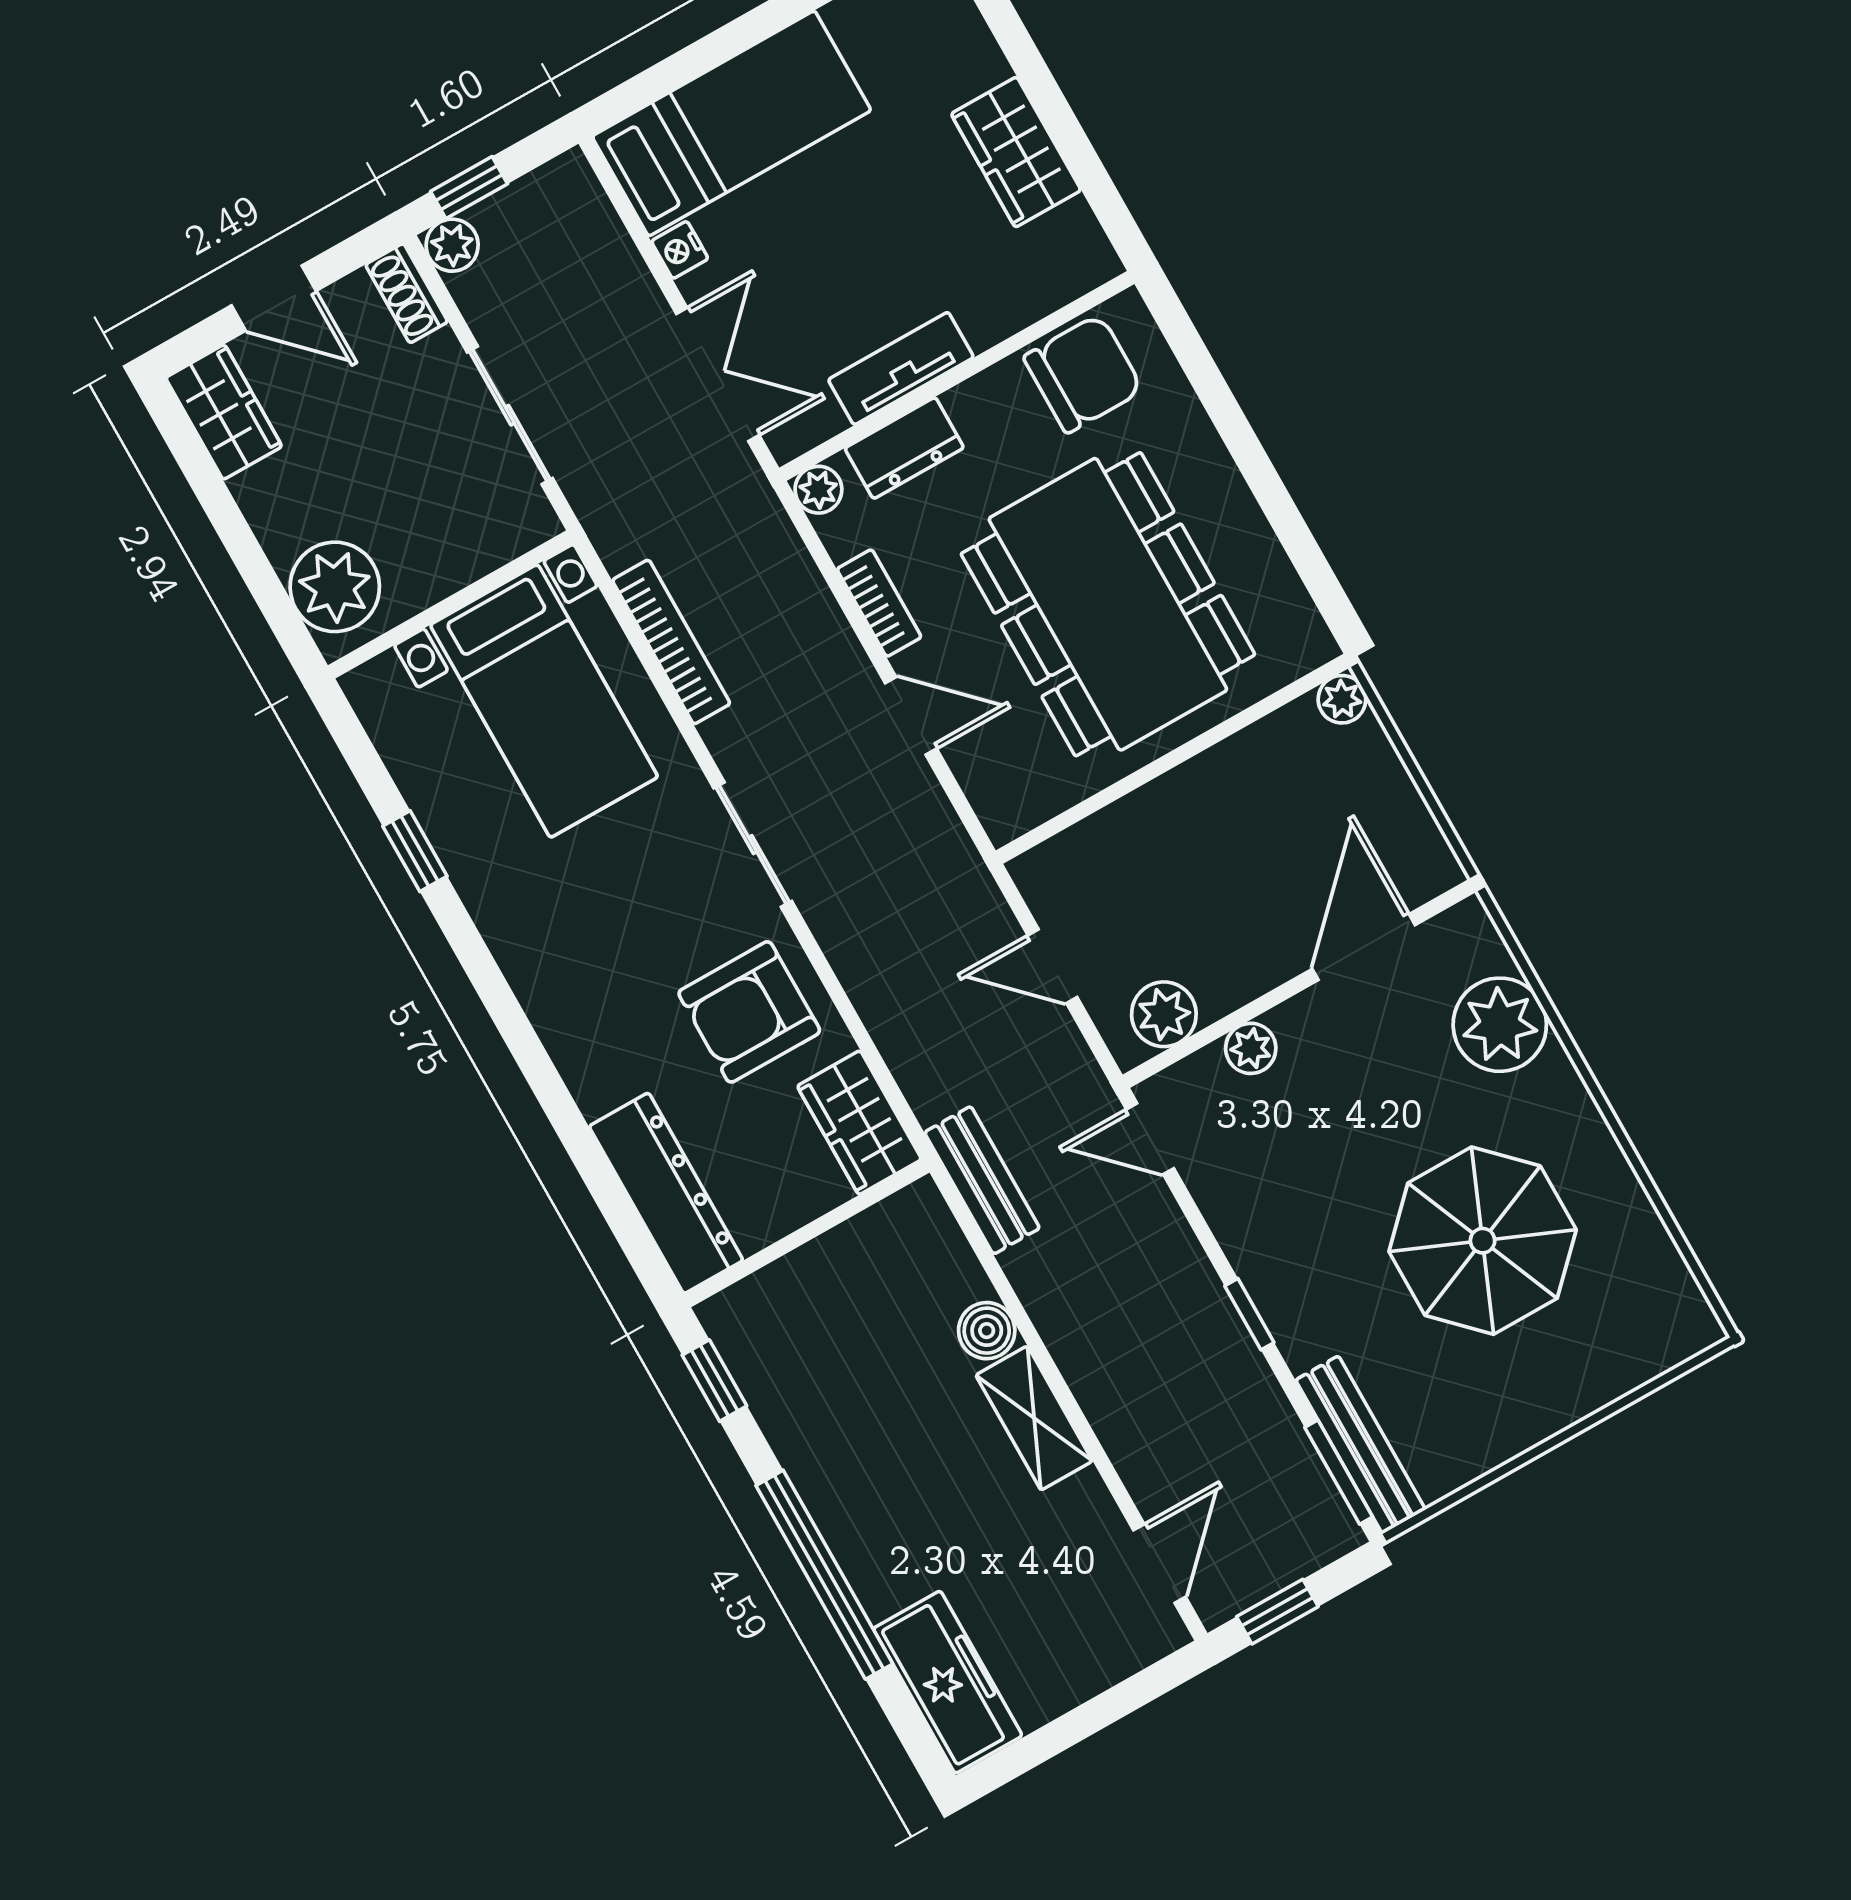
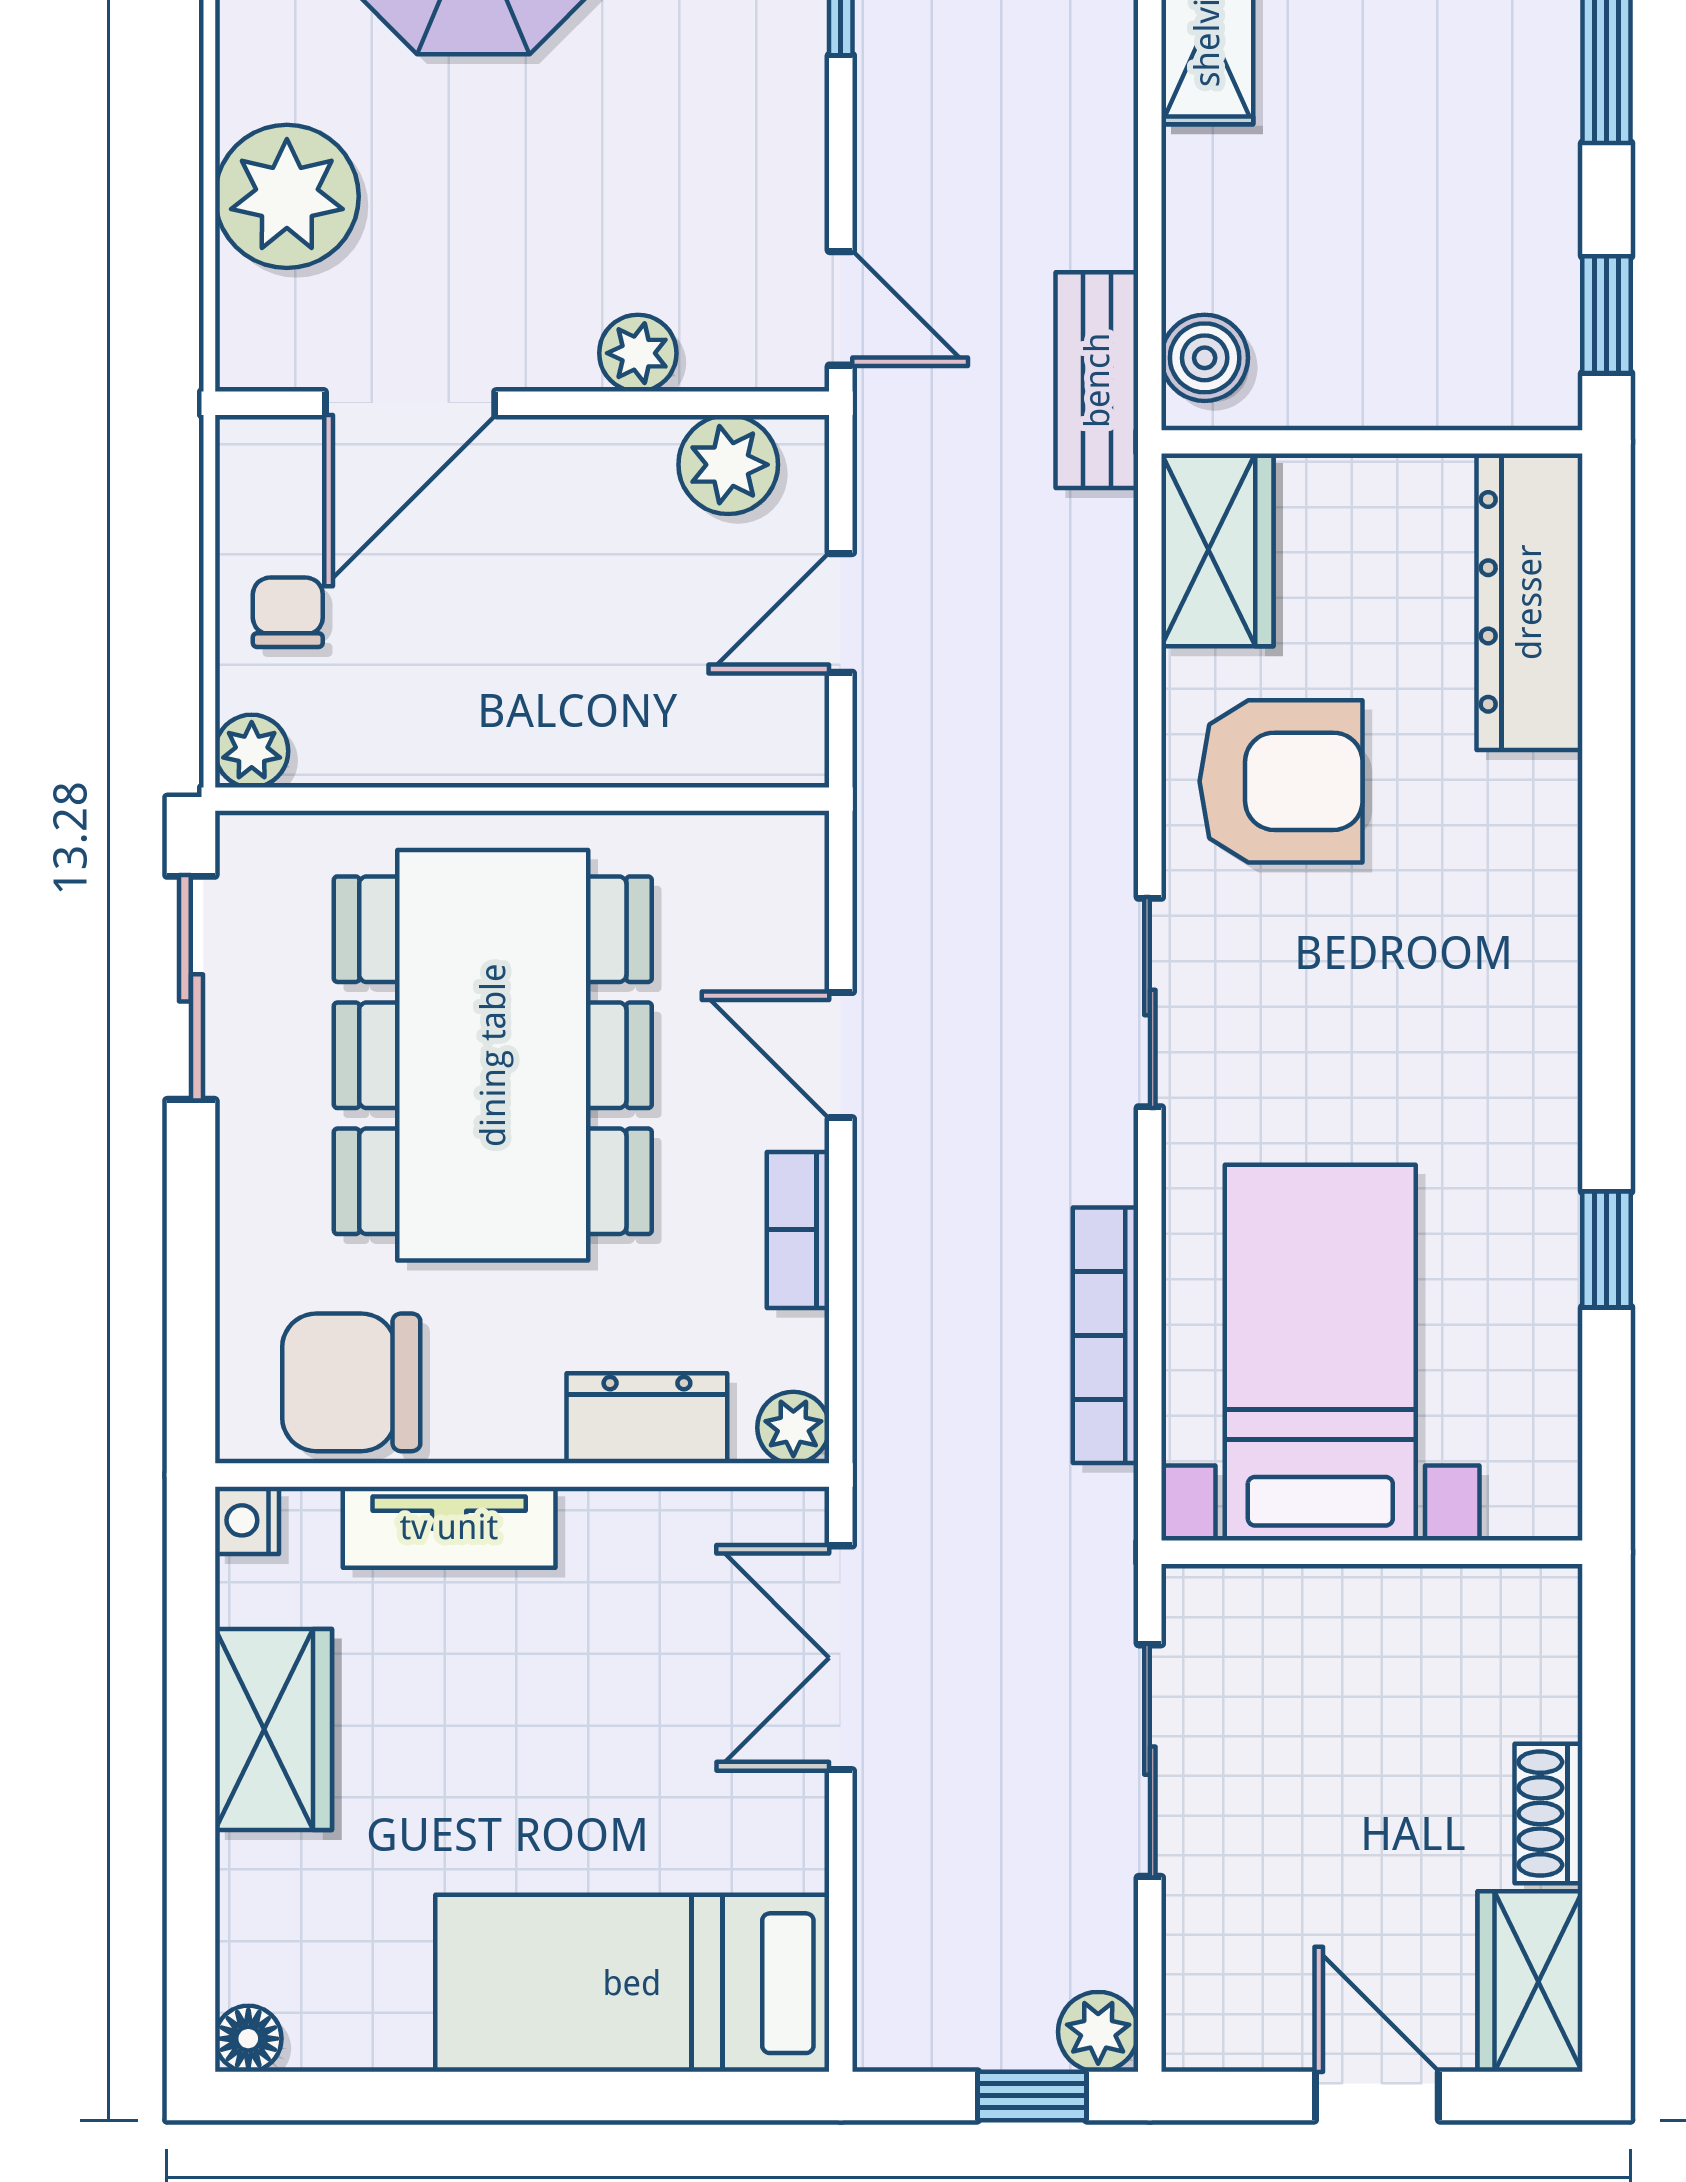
nightstand: (680, 250) -> (247, 1520), moved, turned 180
shoe rack: (407, 293) -> (1548, 1814), moved, turned 180
tv unit: (901, 368) -> (449, 1527), moved
sliding door: (1300, 546) -> (191, 988), added
plant: (335, 587) -> (1514, 1663), removed
chair: (1366, 789) -> (288, 612), added
door: (1053, 966) -> (841, 613), swing flipped
boiler: (987, 1331) -> (1205, 358), moved

